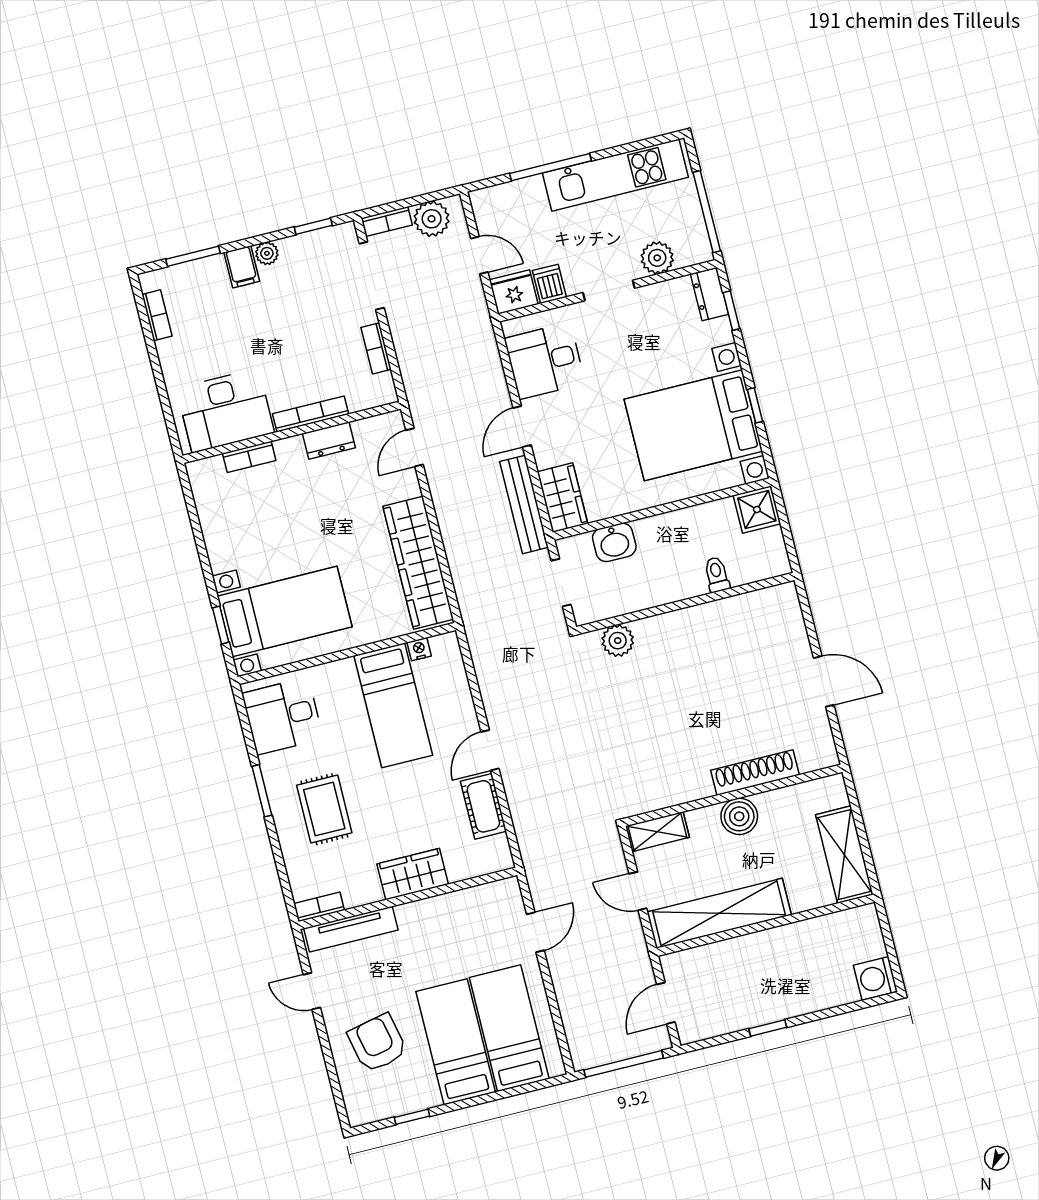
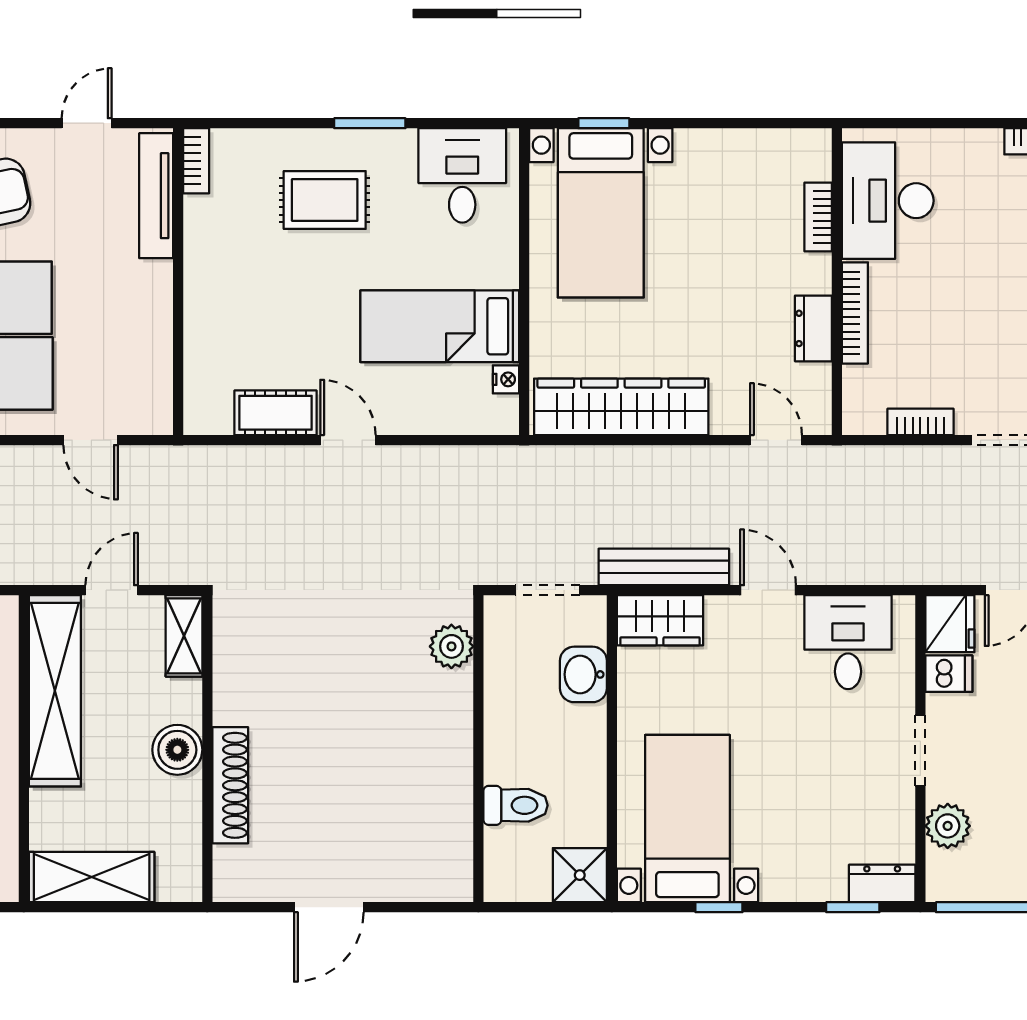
bed with nightstands: (693, 425) -> (687, 819), width x0.73
toilet: (717, 575) -> (515, 805), width x1.37, depth x1.39
wardrobe: (413, 874) -> (209, 296), removed

